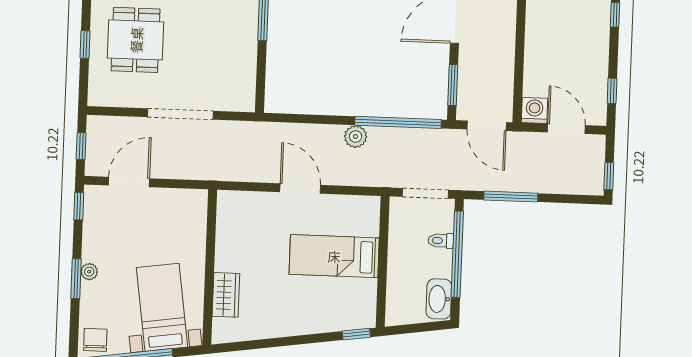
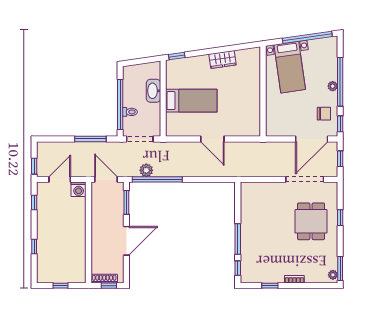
doorway: (180, 114) -> (305, 179), moved
door: (566, 129) -> (60, 179), swing flipped
plant: (356, 137) -> (146, 170), moved
window: (609, 176) -> (34, 166), moved
door: (129, 182) -> (312, 139), width x1.36
window: (76, 279) -> (340, 82), width x2.11
wardrobe: (226, 295) -> (223, 60), moved, turned -98
washbasin: (439, 299) -> (153, 91), moved, turned 180
chair: (95, 340) -> (324, 114), moved, turned -90

